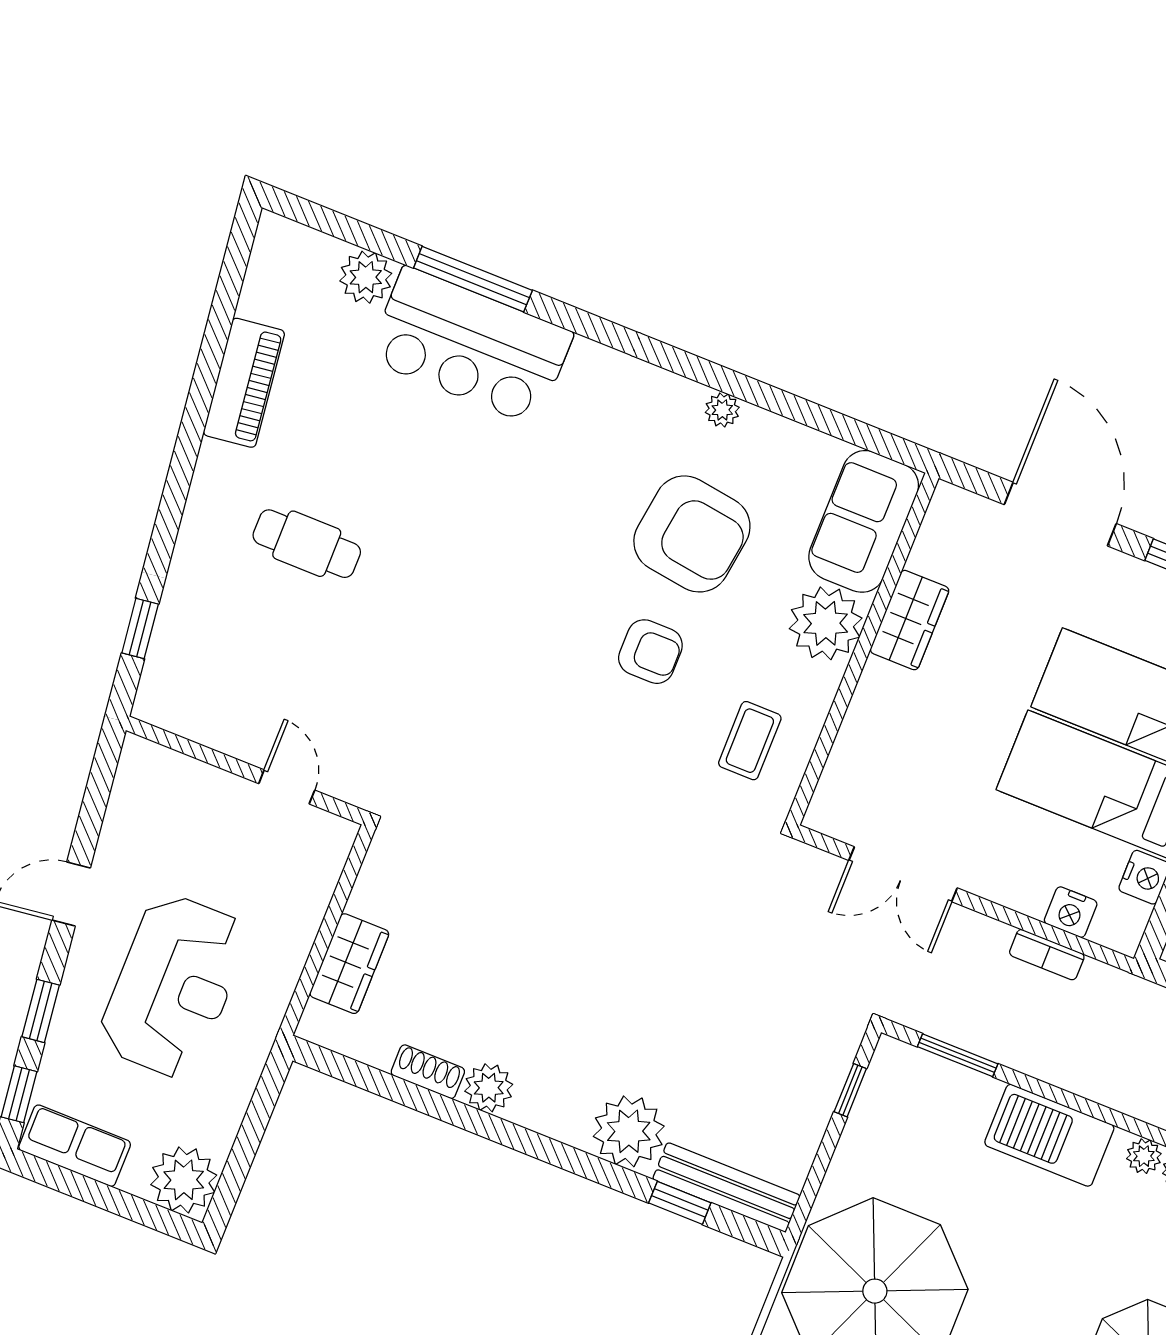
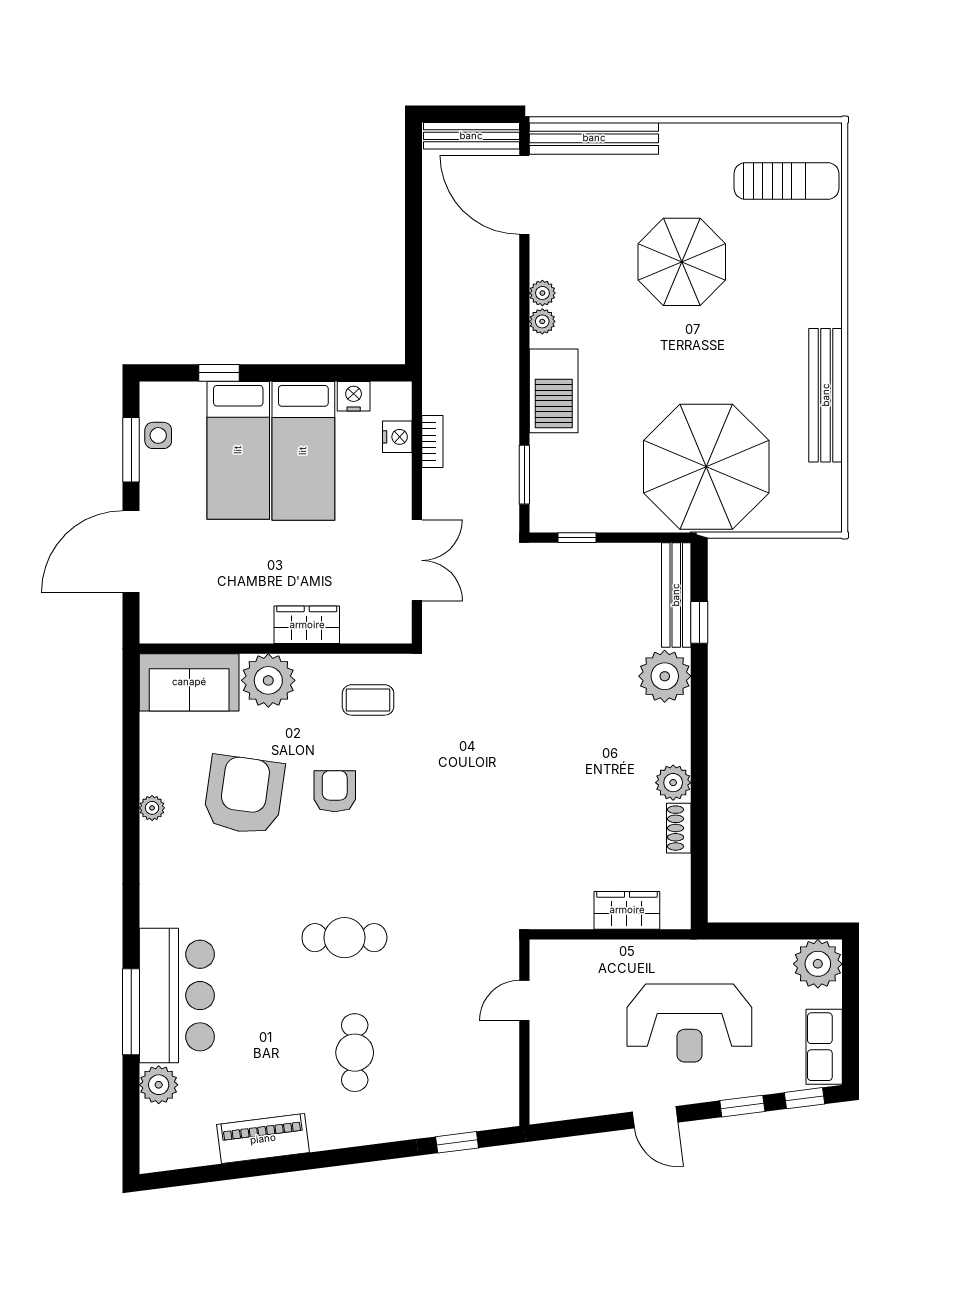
cafe table: (459, 589) -> (344, 938), added
wardrobe: (910, 620) -> (307, 625), moved
reception desk: (174, 986) -> (689, 1023), turned 180

